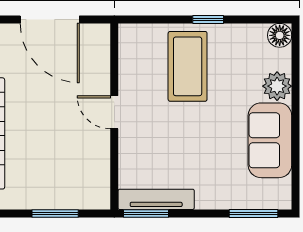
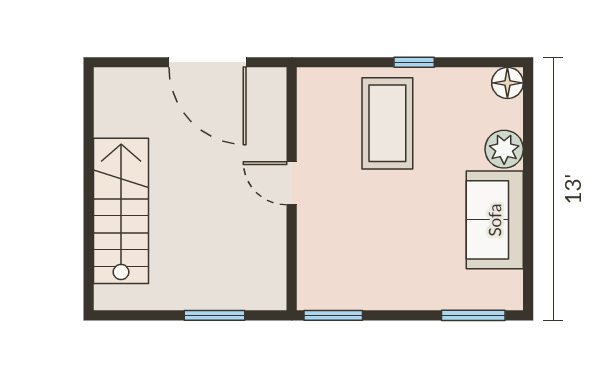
tv unit: (156, 199) -> (346, 297), removed

